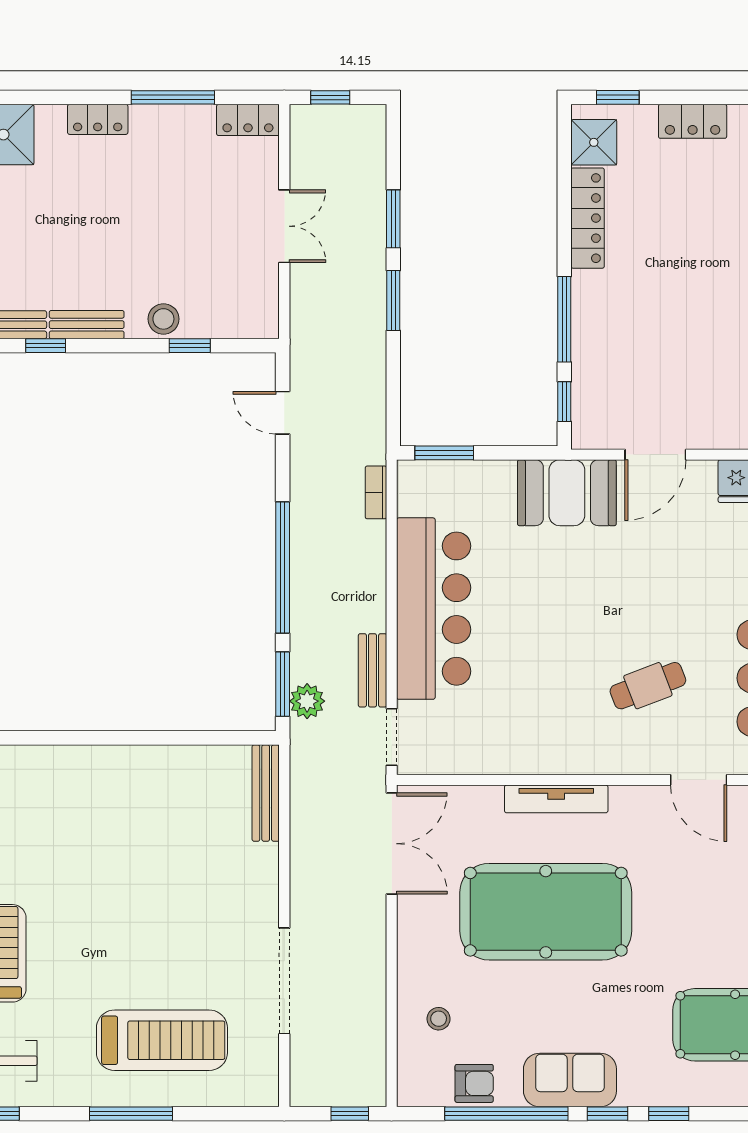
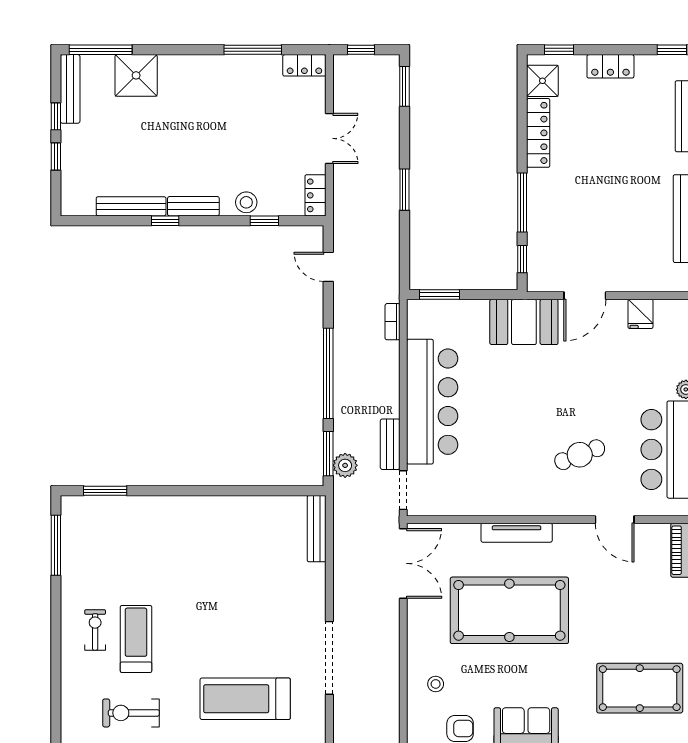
locker: (98, 119) -> (315, 195), moved, turned 90
window: (393, 219) -> (404, 86), moved
treadmill: (162, 1040) -> (245, 699), turned 180

